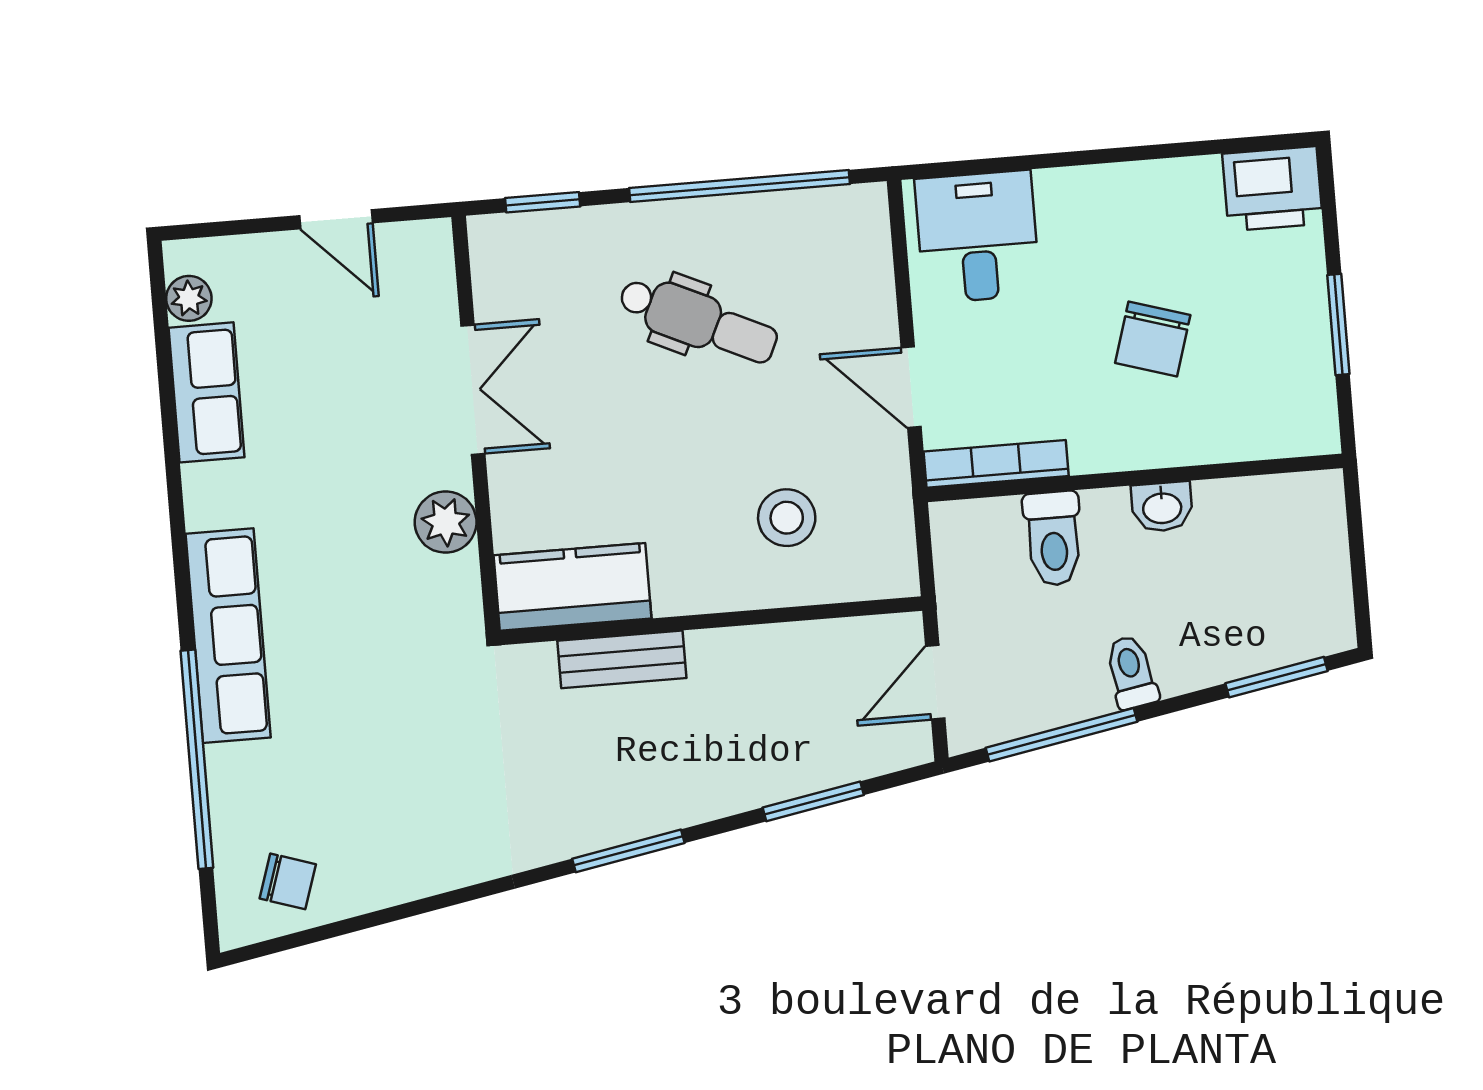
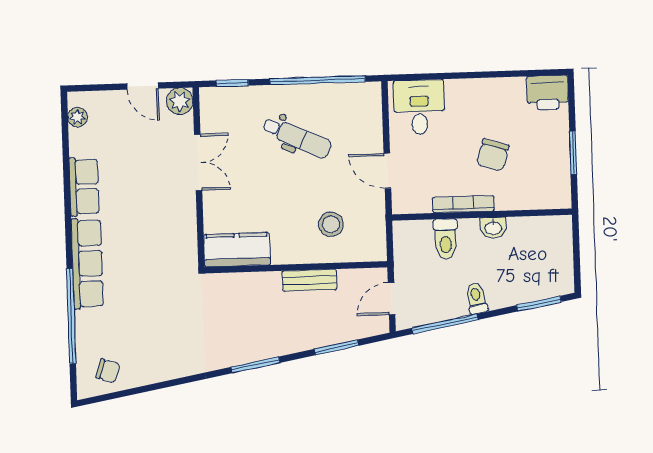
row of seats: (206, 392) -> (84, 187), moved
bookcase: (996, 464) -> (463, 204), moved
plant: (446, 522) -> (180, 101), moved
bench: (622, 659) -> (309, 280), moved

